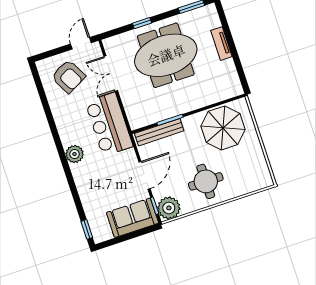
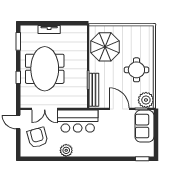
armchair: (68, 76) -> (37, 138), turned -77
plant: (75, 154) -> (66, 150), moved

